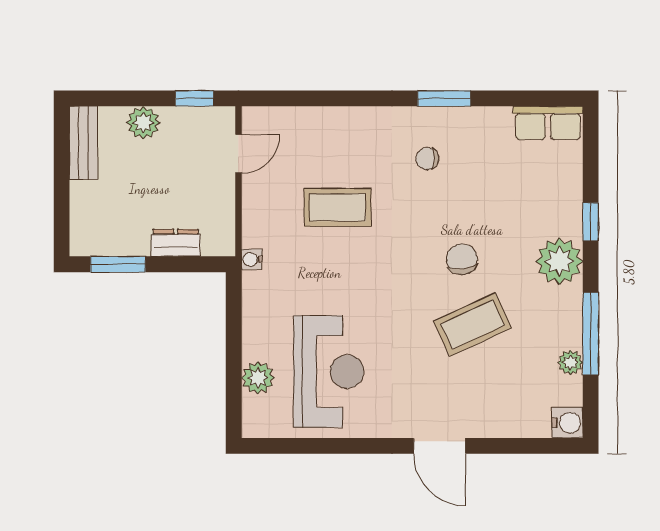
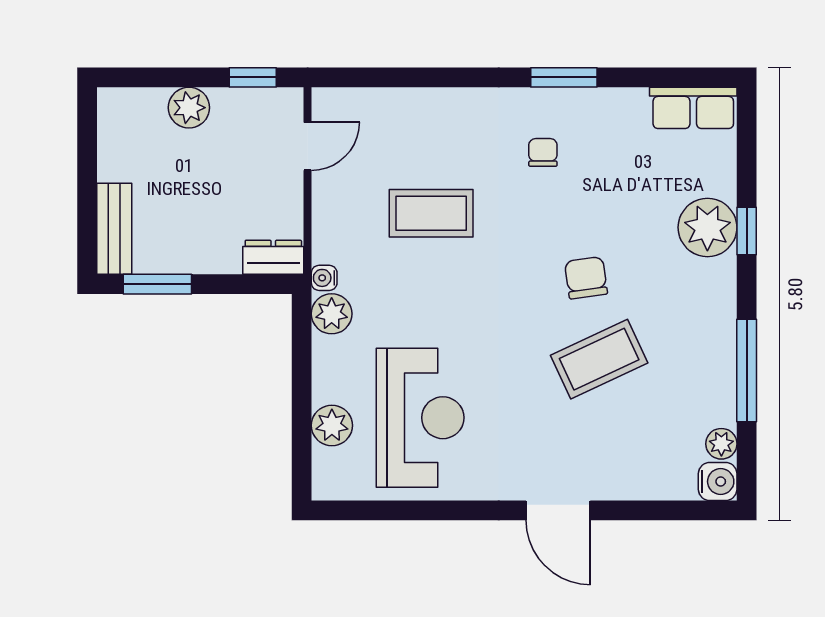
bench: (83, 143) -> (114, 229), moved
chair: (427, 159) -> (543, 152), turned 90
dresser: (176, 243) -> (273, 257), moved
plant: (559, 261) -> (707, 227), moved
plant: (258, 288) -> (332, 314), added
plant: (570, 362) -> (721, 444), moved

